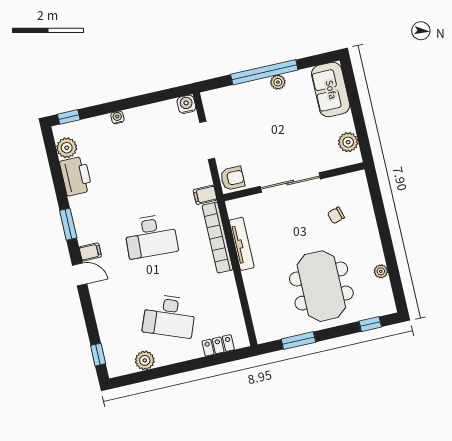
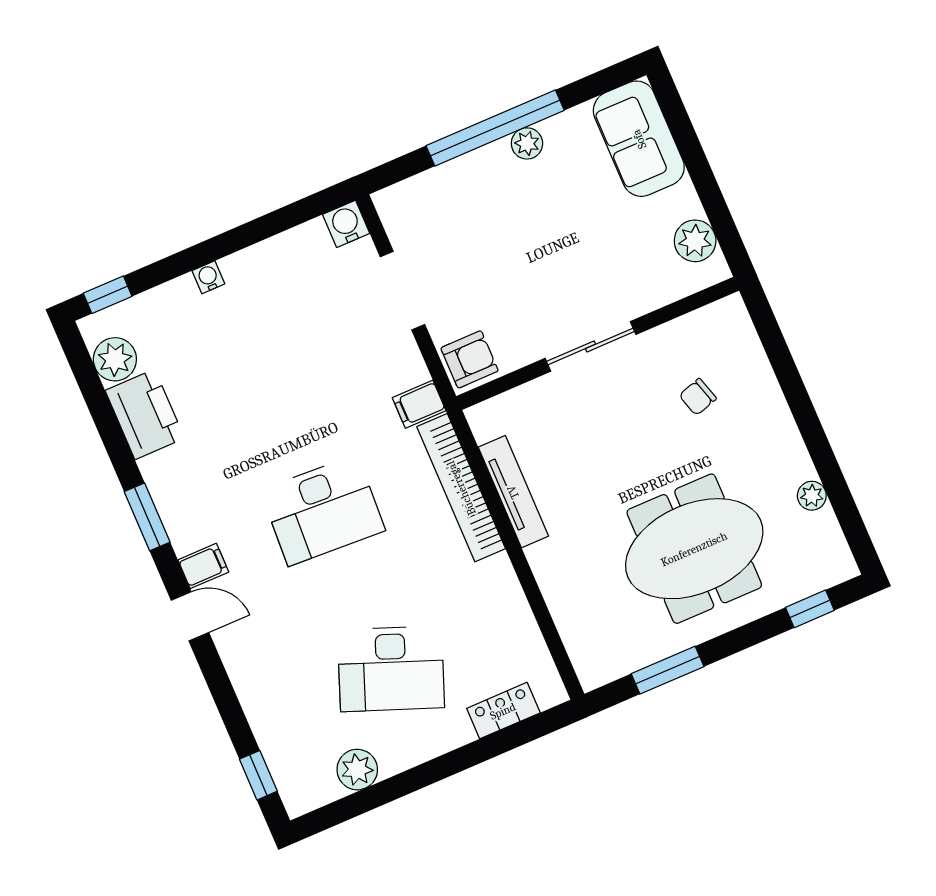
sliding door: (290, 183) -> (591, 346), width x0.73
meeting table: (321, 286) -> (694, 549), turned 90

